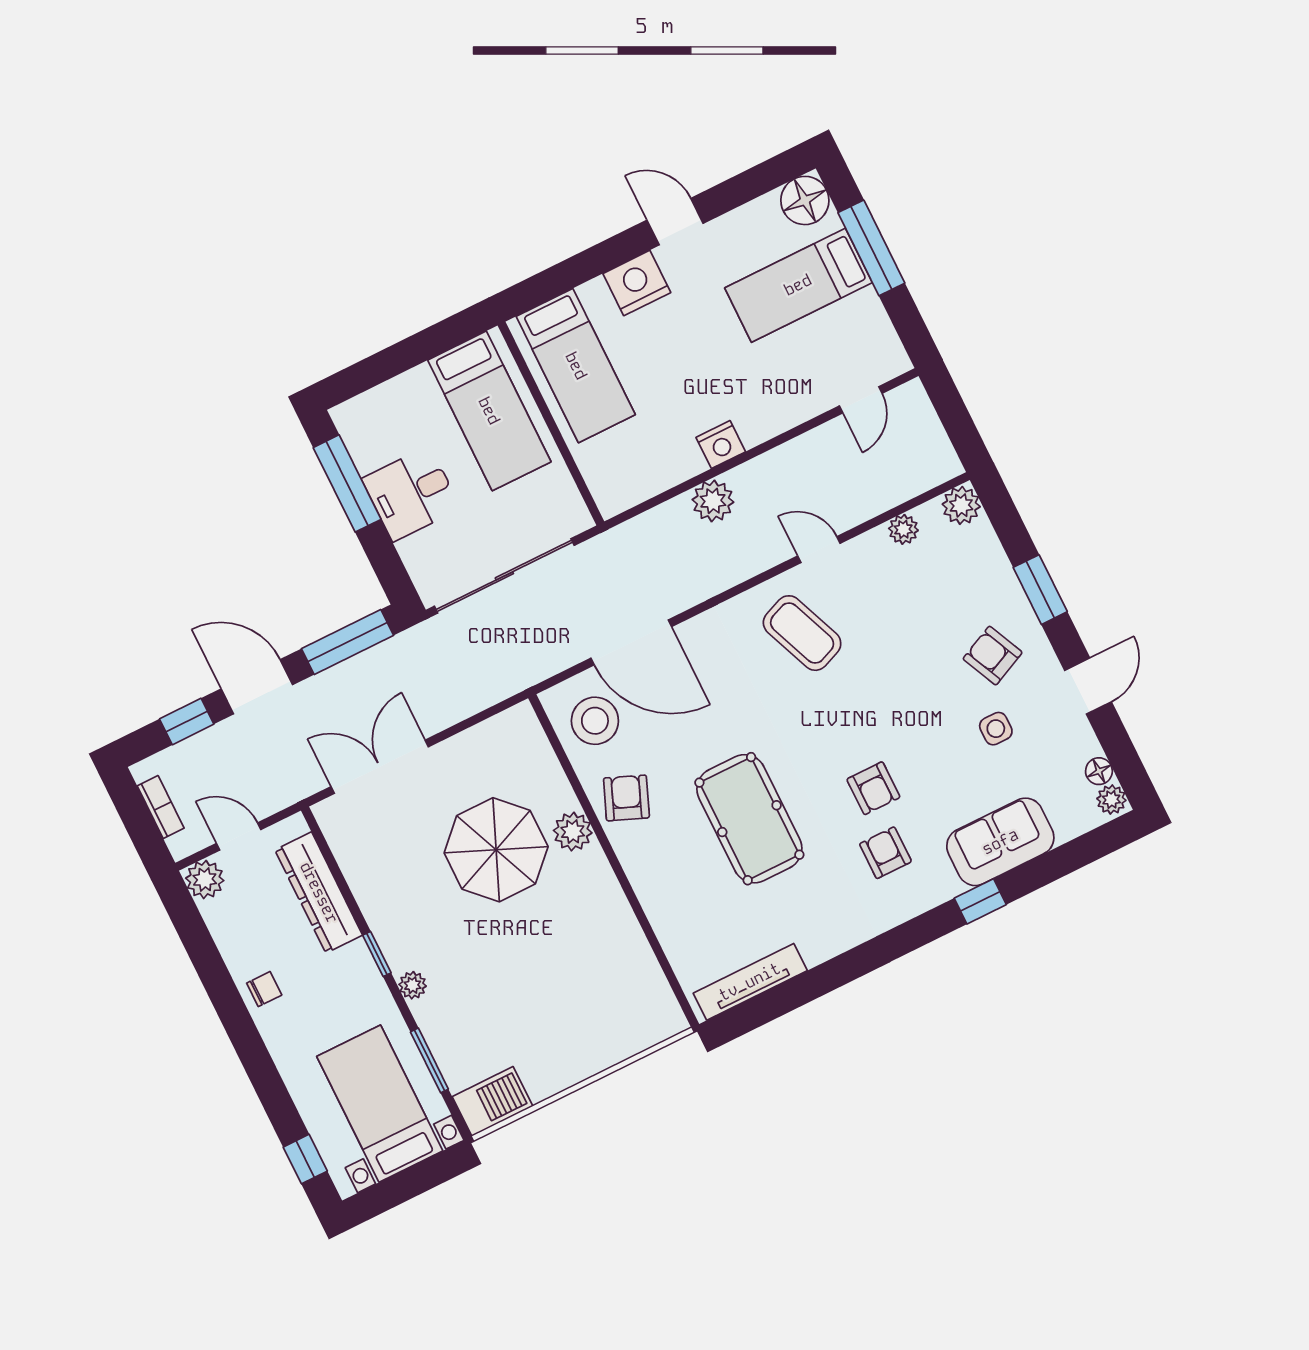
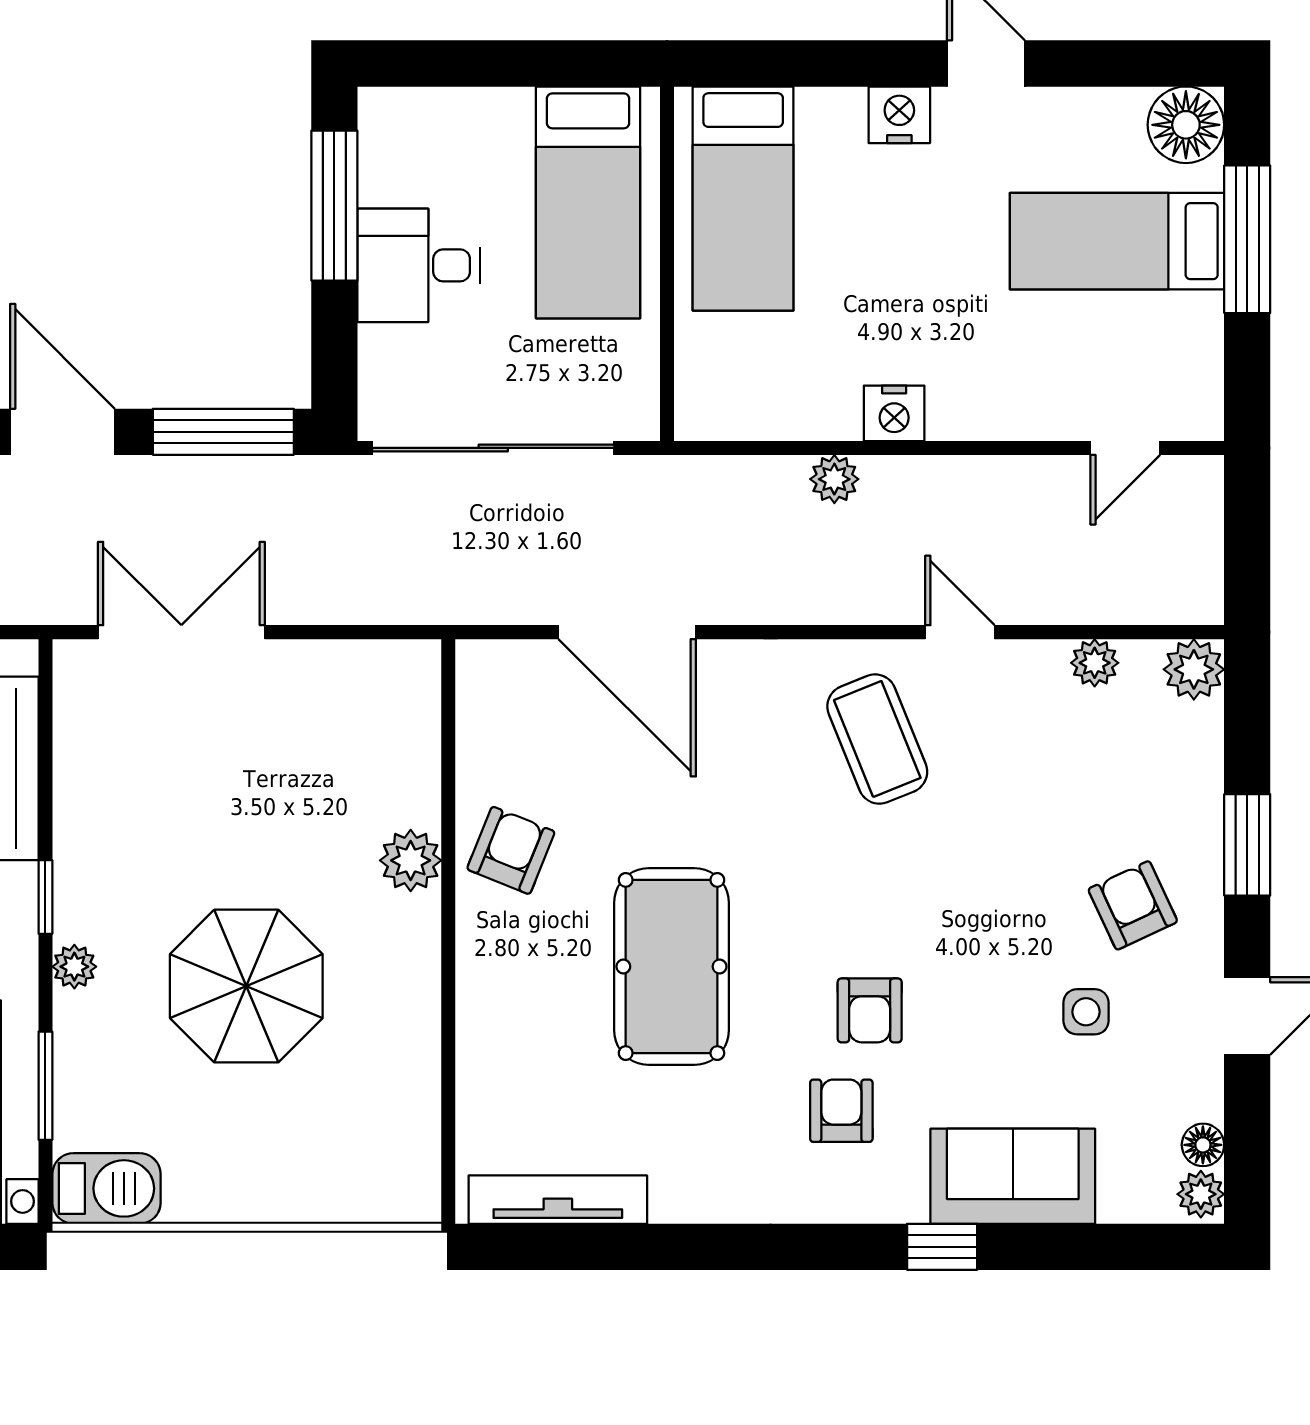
nightstand: (637, 283) -> (899, 115), width x0.74, depth x0.75
plant: (713, 501) -> (834, 479), width x0.73, depth x0.73
stool: (595, 721) -> (520, 718), removed
parasol: (496, 850) -> (246, 986), moved

